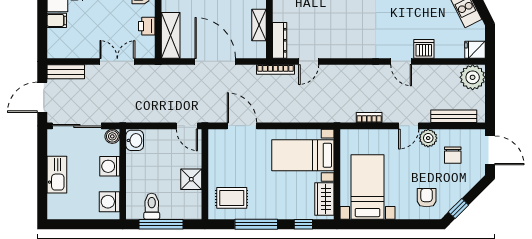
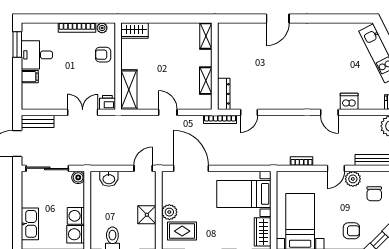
printer: (147, 26) -> (107, 102), moved, turned 90
door: (215, 61) -> (168, 112), width x0.53
door: (187, 126) -> (143, 168), swing flipped
door: (242, 126) -> (191, 168), width x1.36
washbasin: (135, 140) -> (109, 179), moved, turned 90
washing machine: (110, 166) -> (76, 216), moved
kitchen sink: (57, 175) -> (30, 224), moved
plant: (217, 176) -> (169, 212), added
armchair: (427, 198) -> (351, 231), turned 90

